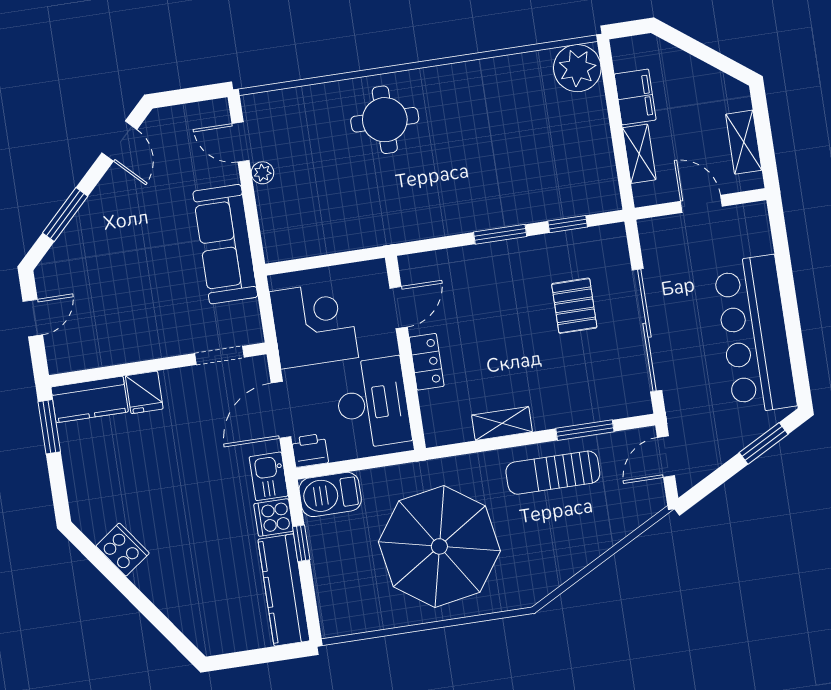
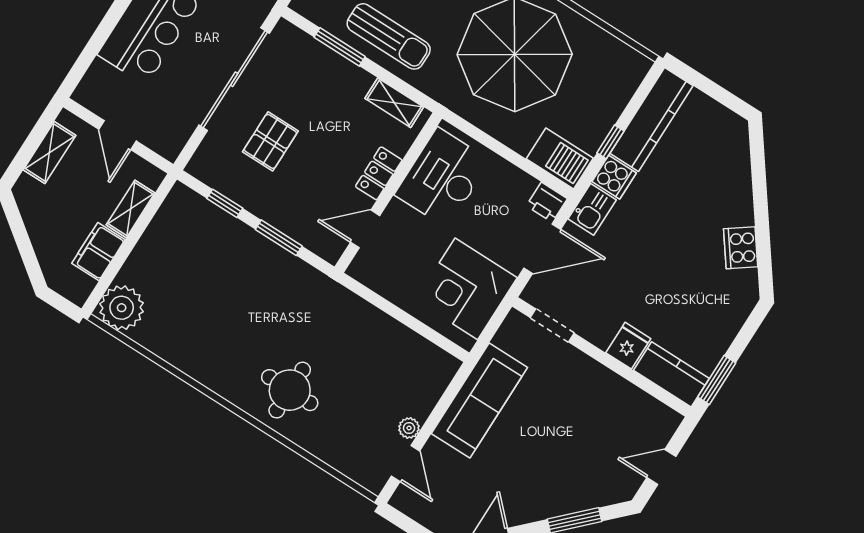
door: (399, 308) -> (365, 229), moved
wall: (405, 353) -> (388, 193), moved
locker: (427, 362) -> (379, 173), moved
desk: (373, 403) -> (442, 178), moved

